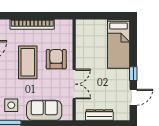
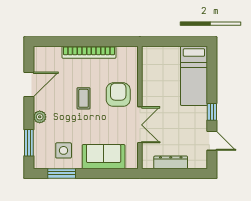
coffee table: (28, 62) -> (83, 98), width x0.54, depth x0.58
door: (133, 97) -> (212, 141), hinge flipped

